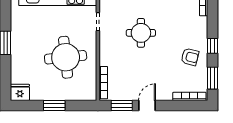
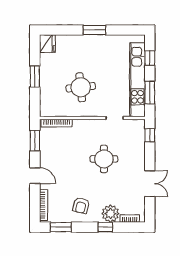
plant: (198, 26) -> (110, 214), added
window: (213, 46) -> (105, 227), moved
round table: (66, 57) -> (81, 87), width x0.73, depth x0.73
door: (147, 105) -> (35, 176), moved

